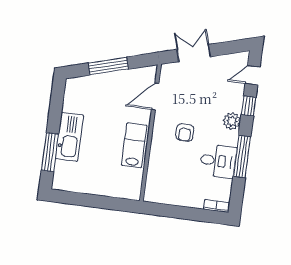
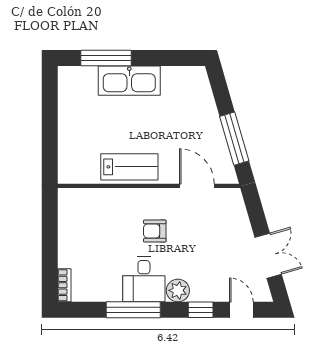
double door: (194, 53) -> (268, 256), moved
window: (108, 66) -> (234, 139), moved
desk: (218, 161) -> (144, 279), moved

